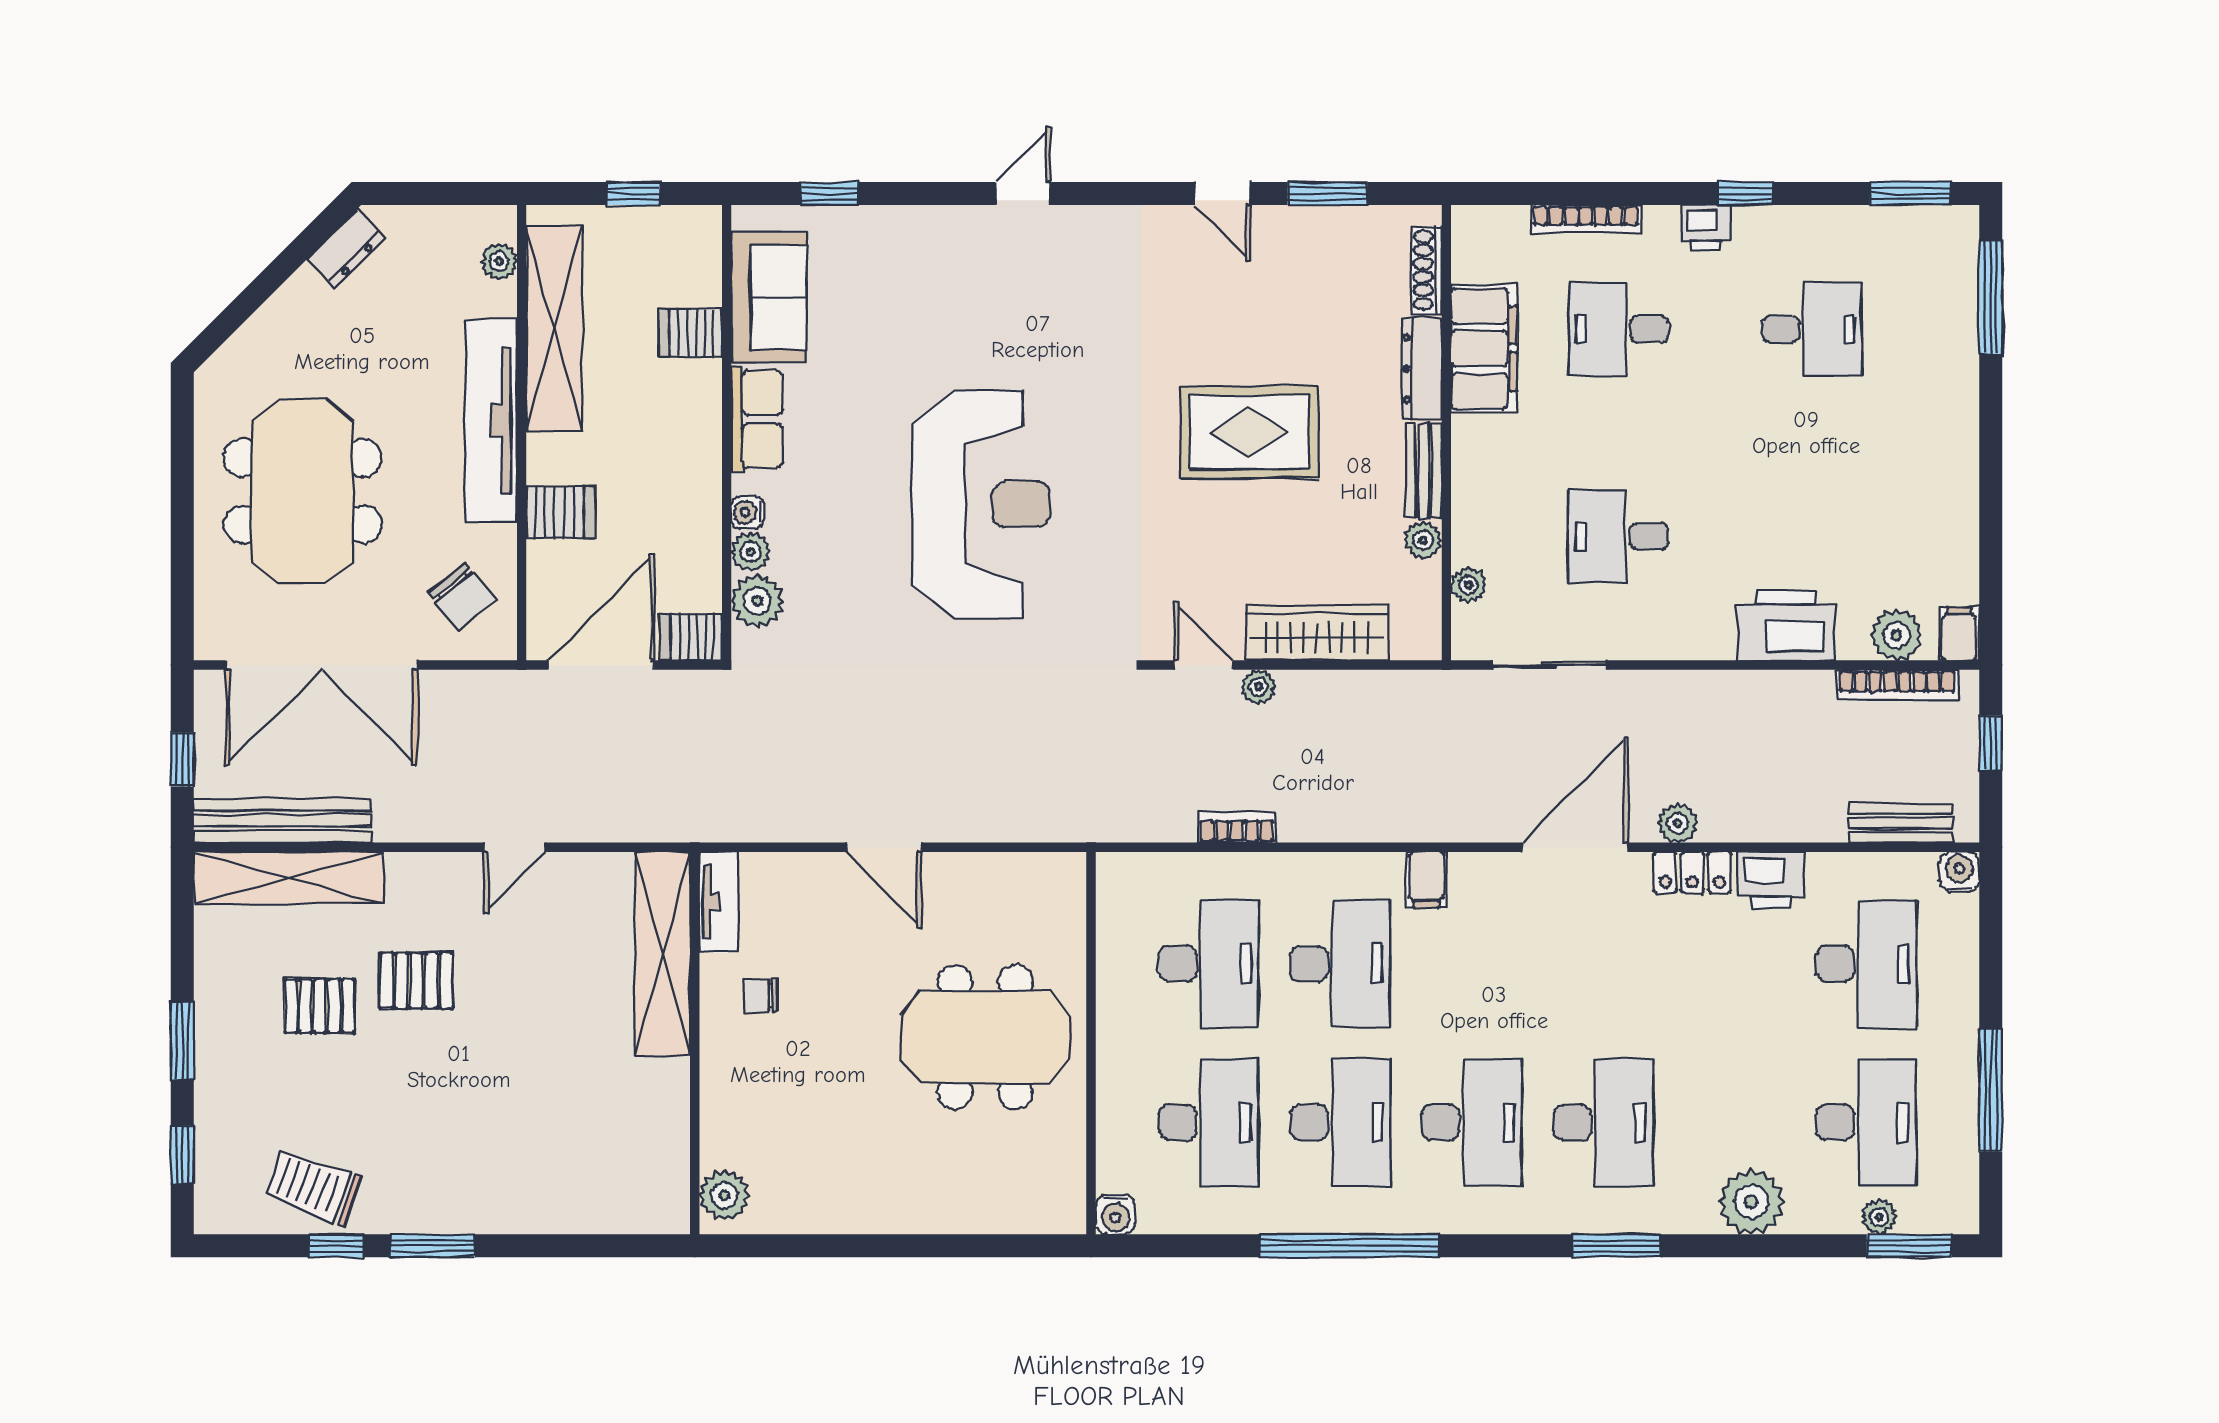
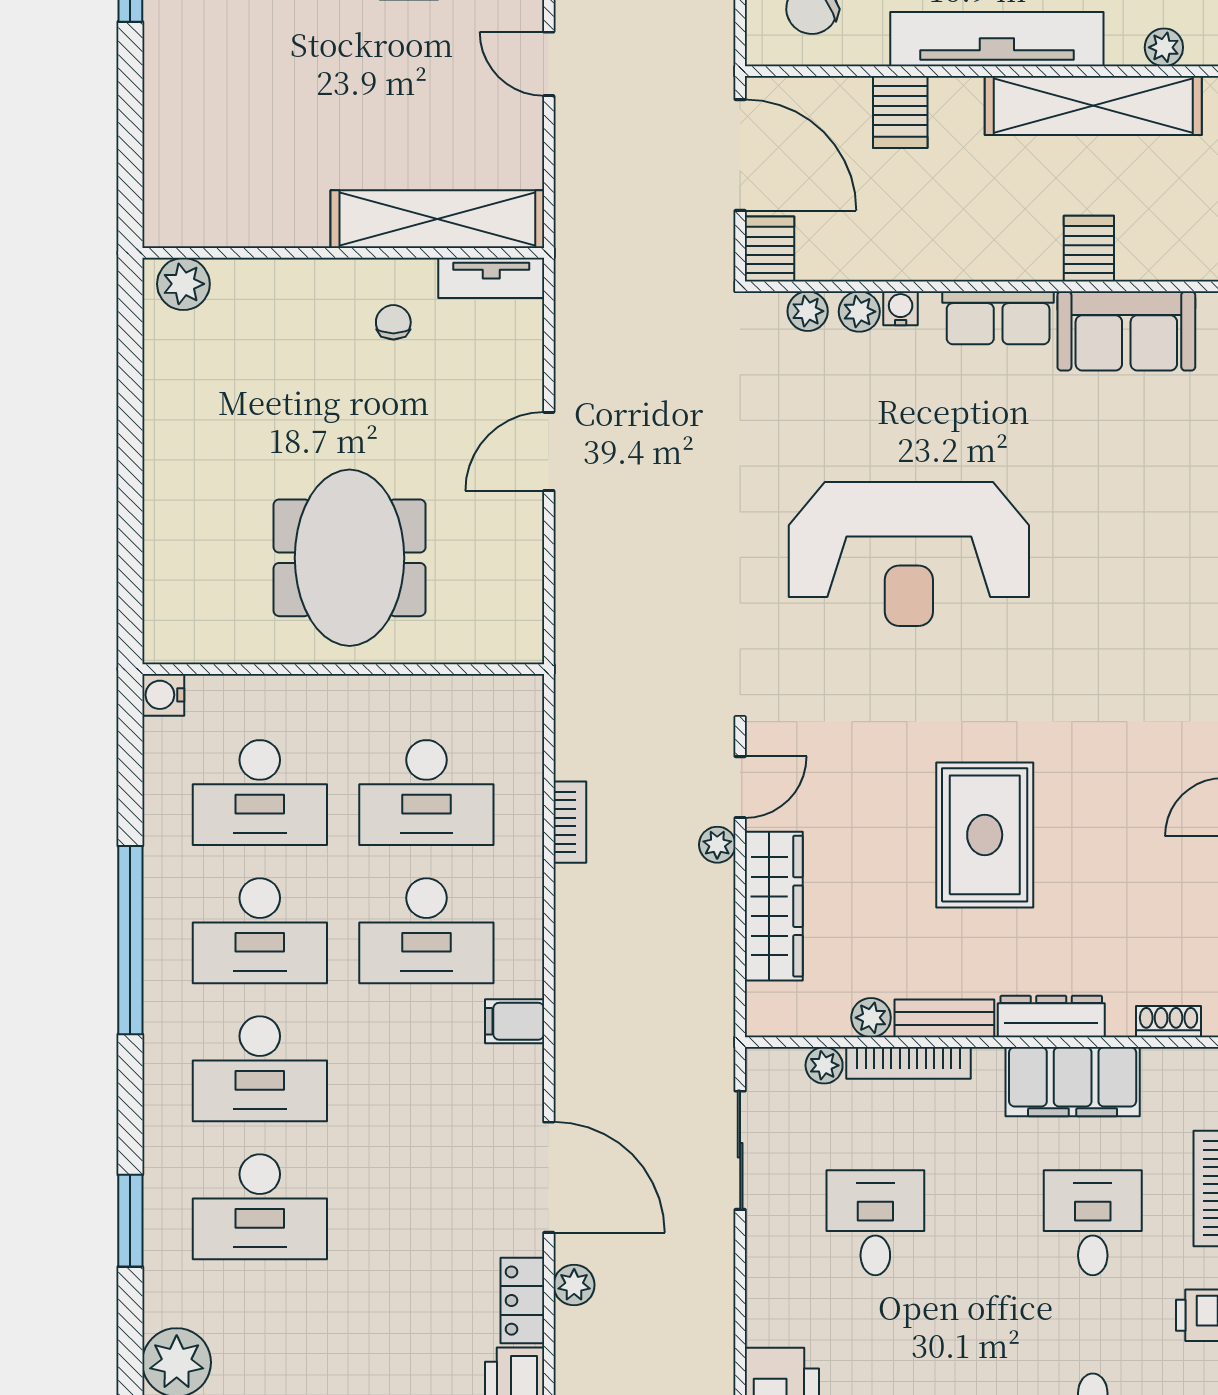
shoe rack: (1427, 270) -> (1169, 1022), width x0.70
bookcase: (1466, 505) -> (909, 1063), added
plant: (757, 601) -> (808, 311), width x0.73, depth x0.73

